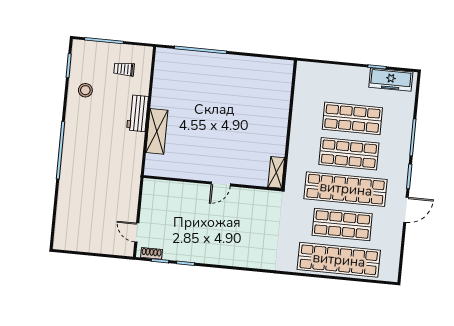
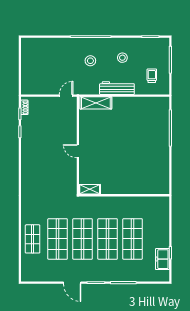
freezer: (391, 80) -> (162, 259), width x0.71
stool: (85, 90) -> (122, 58), moved
workbench: (138, 113) -> (117, 88), width x1.38
shelving: (157, 131) -> (96, 103), moved
stool: (95, 154) -> (90, 61), added
shop shelf: (346, 189) -> (83, 239), width x0.71
door: (137, 233) -> (66, 96), moved
shop shelf: (339, 260) -> (33, 239), width x0.50, depth x0.74

